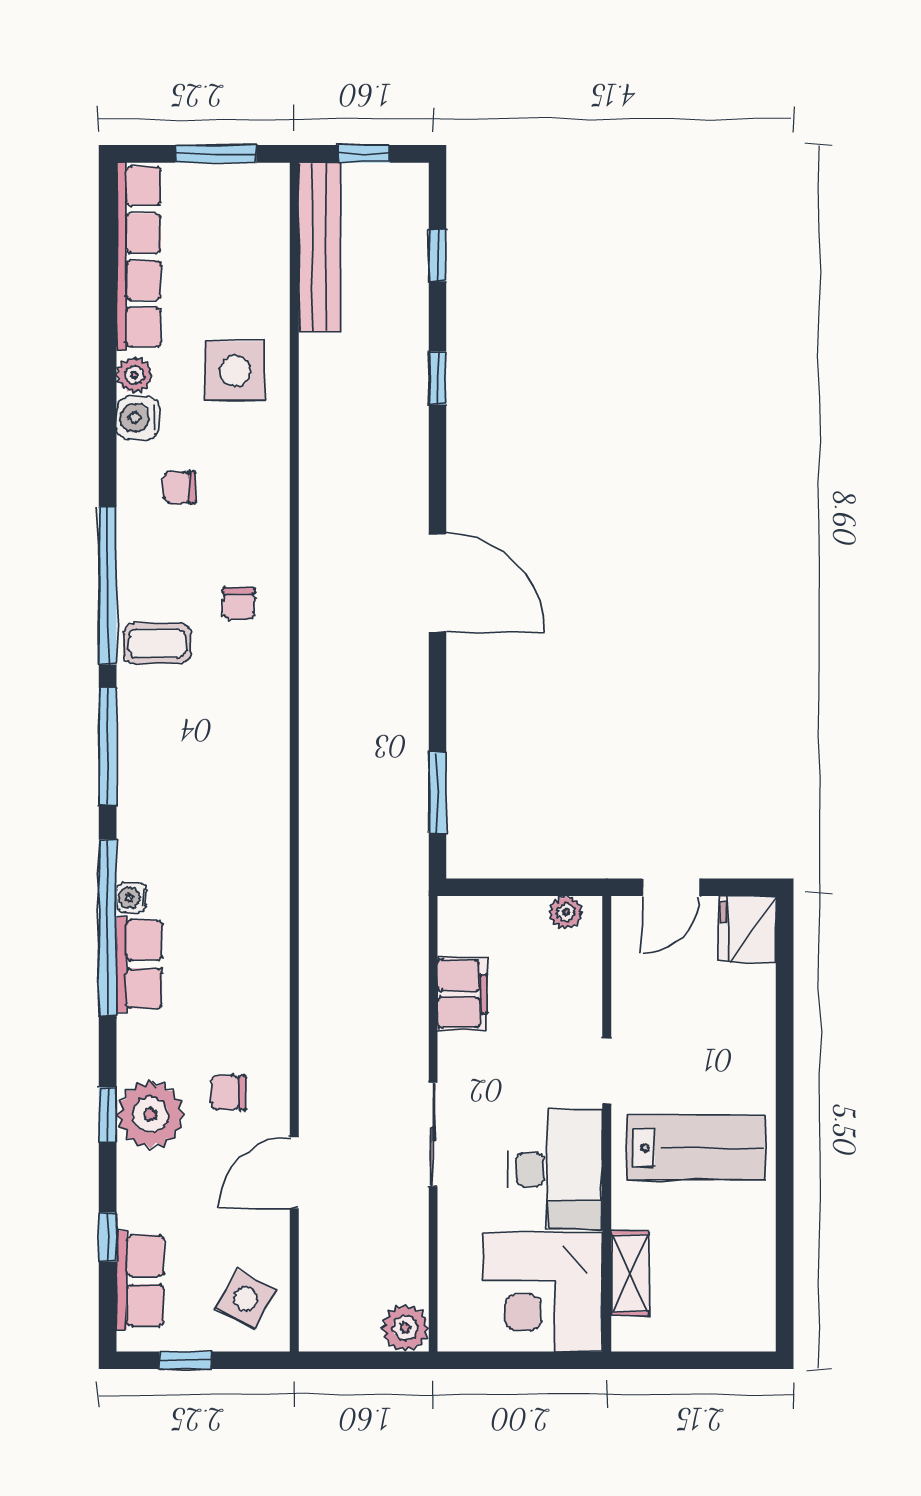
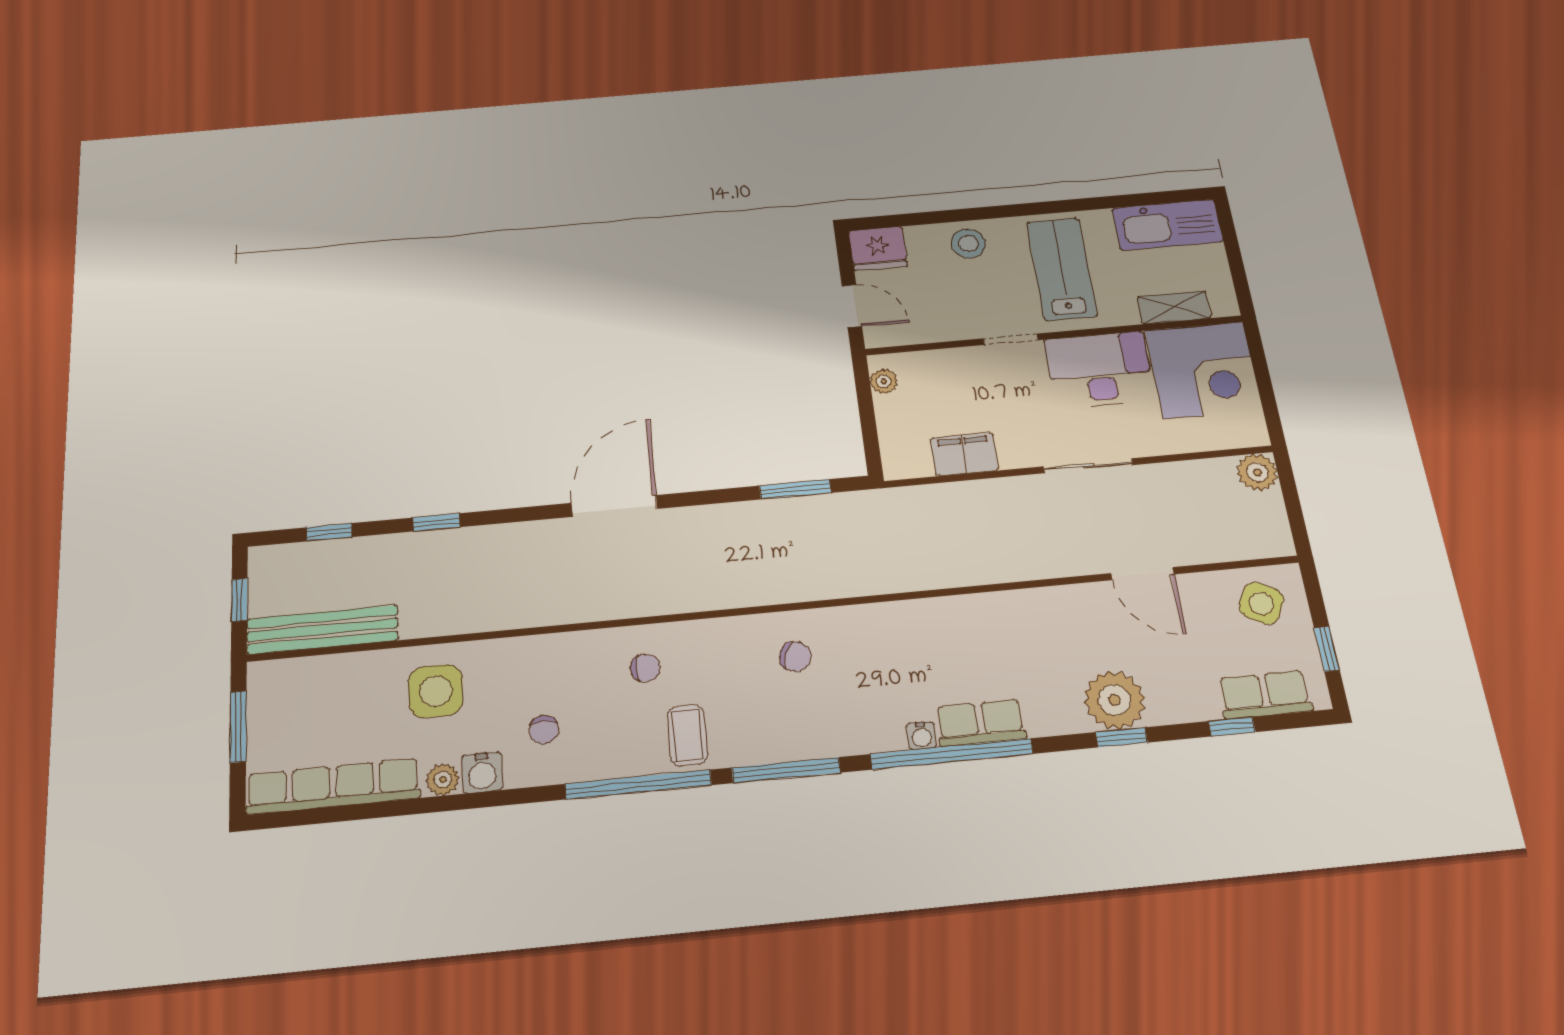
stool: (743, 1040) -> (968, 244), added
chair: (228, 1093) -> (795, 657), moved, turned -69
kitchen sink: (745, 1287) -> (1167, 225), added

